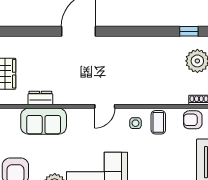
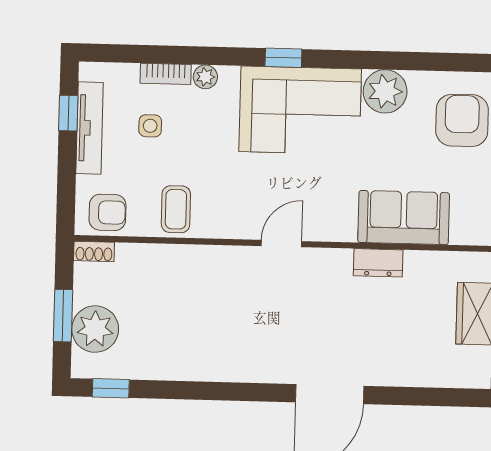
dresser: (40, 98) -> (378, 263), moved
side table: (135, 123) -> (150, 126), moved

